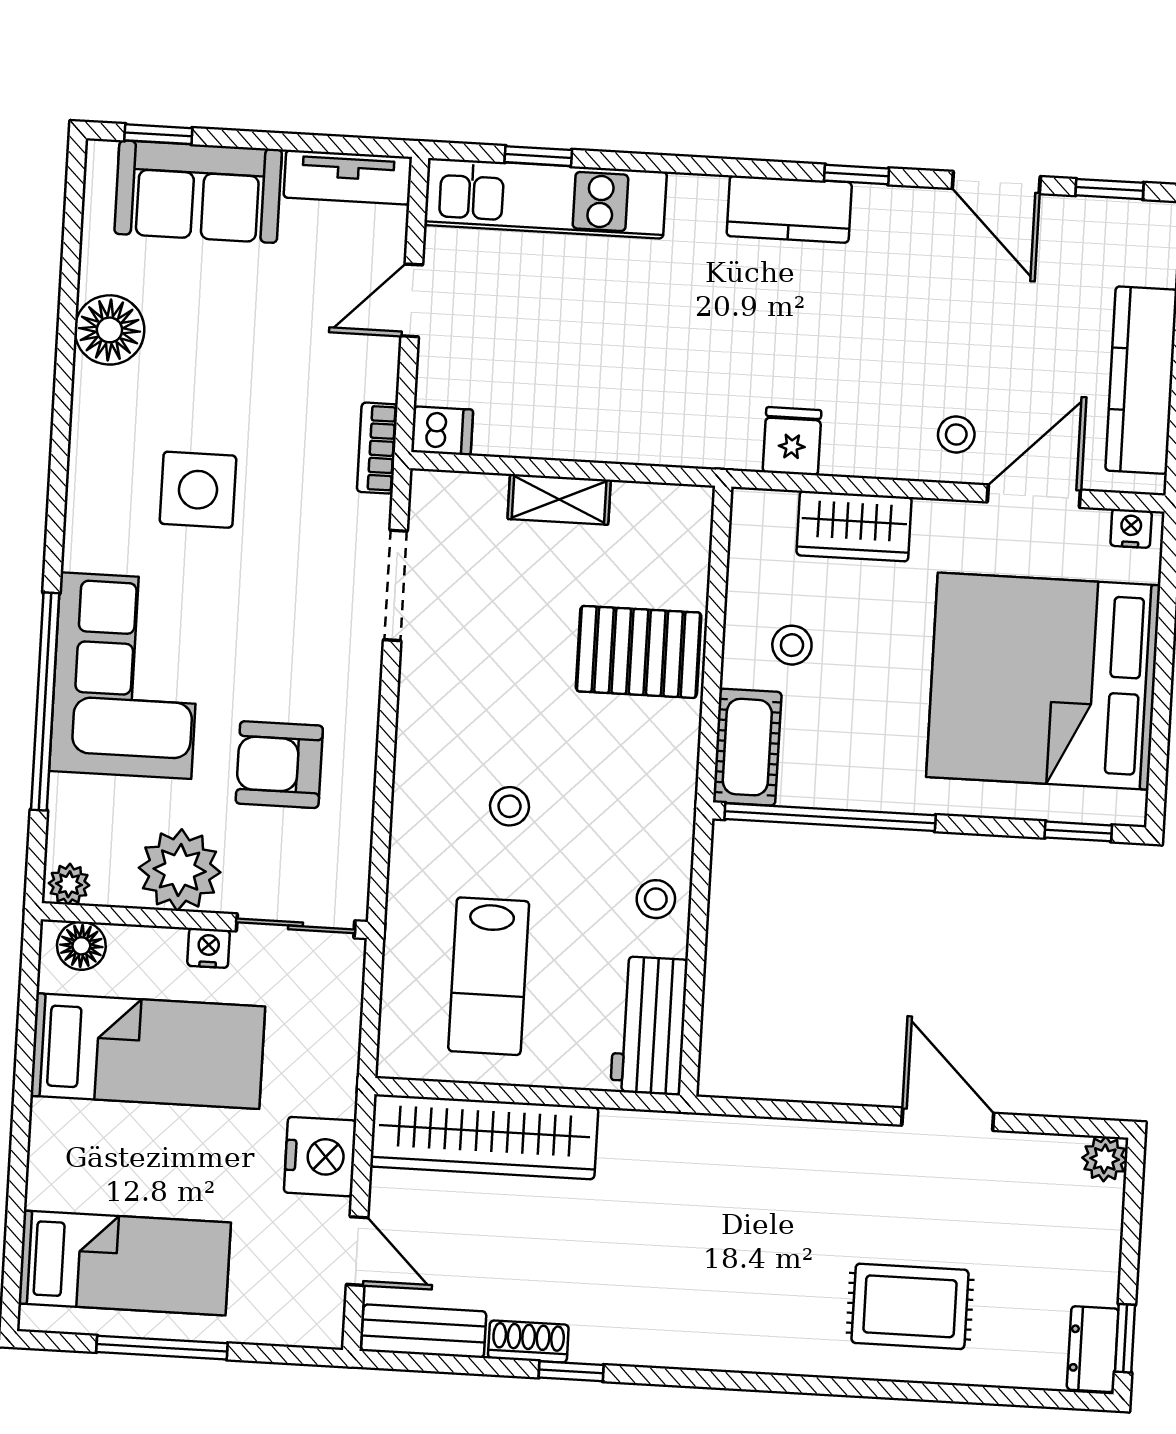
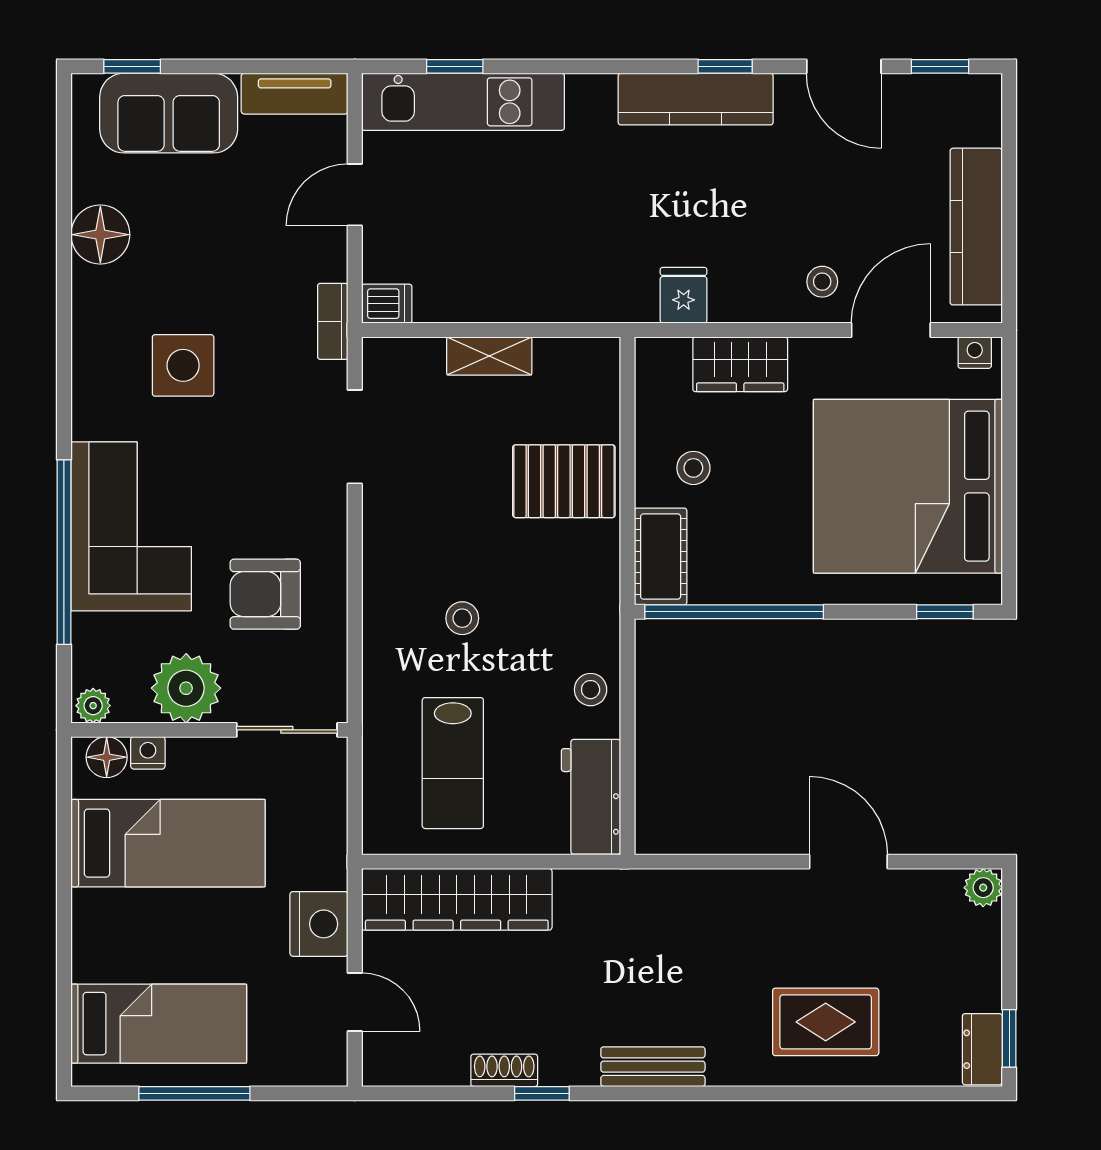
kitchen counter: (789, 209) -> (696, 99), width x1.50
nightstand: (209, 948) -> (148, 753), moved
bench: (424, 1331) -> (653, 1067), moved

